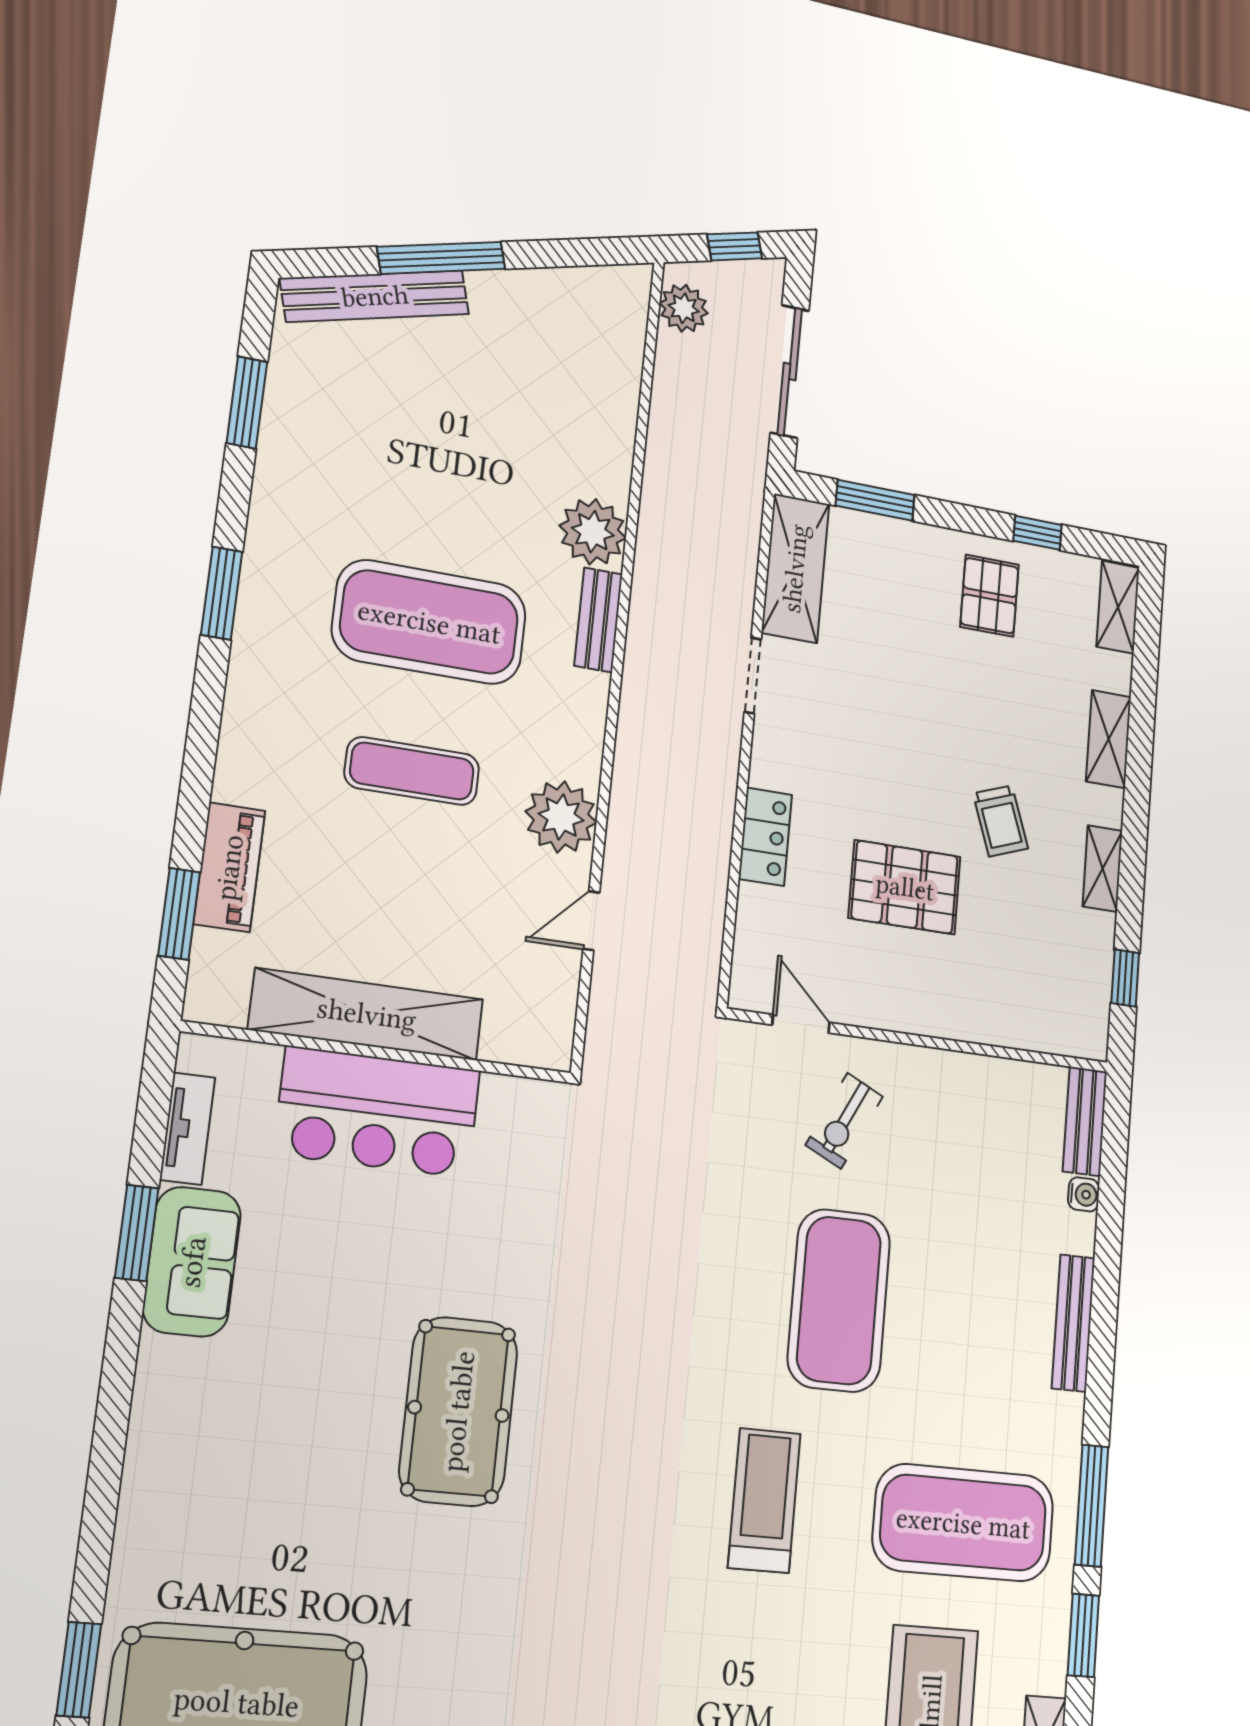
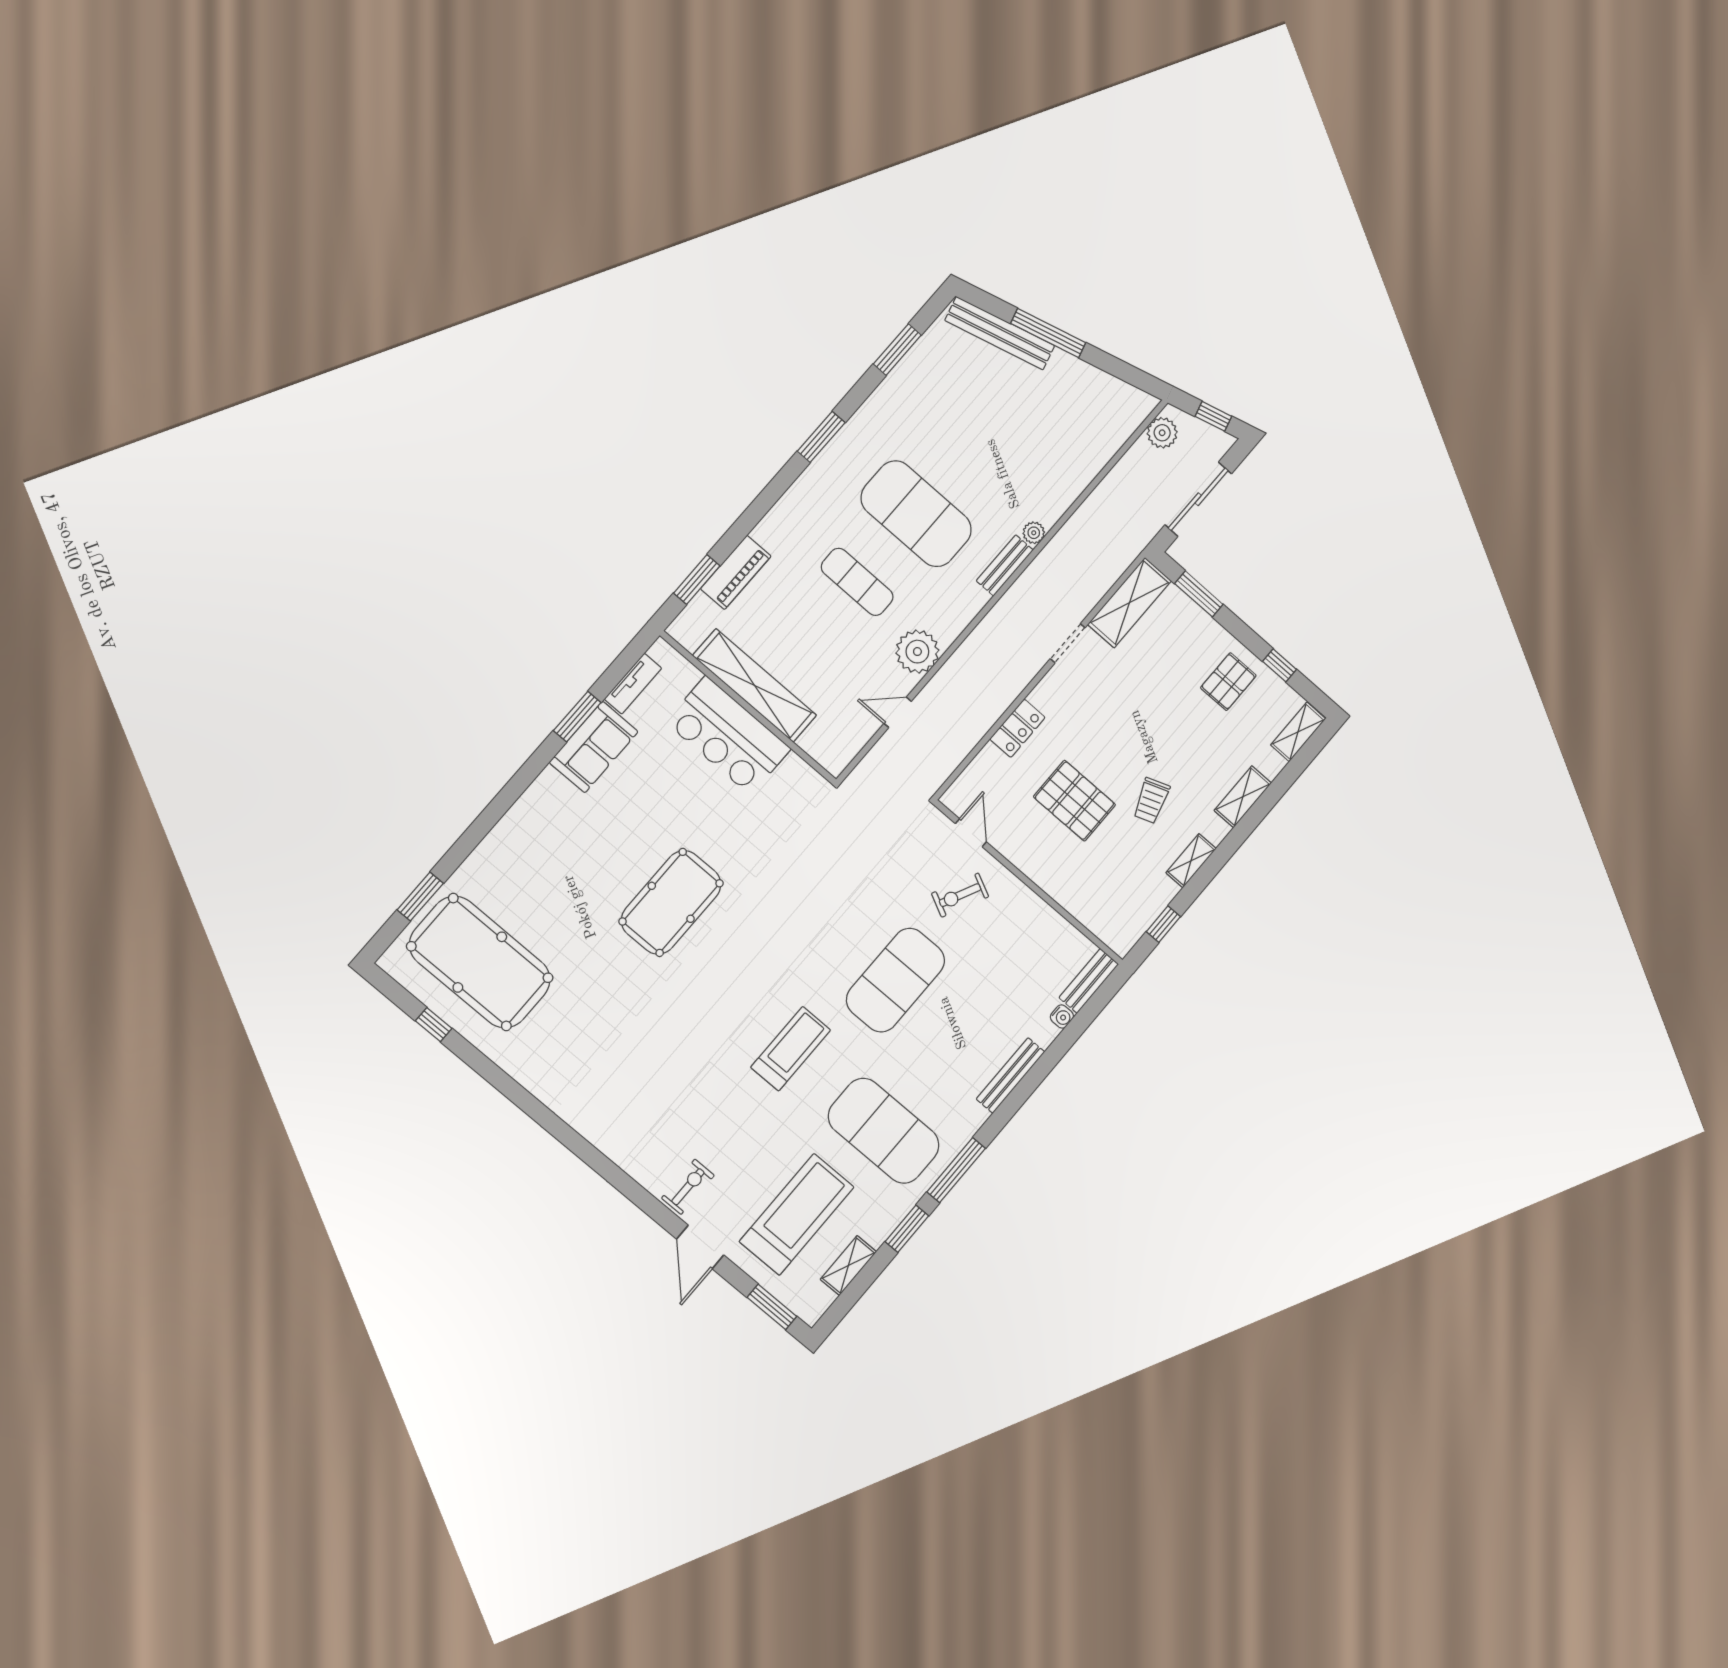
plant: (593, 532) -> (1034, 533), width x0.53, depth x0.53

